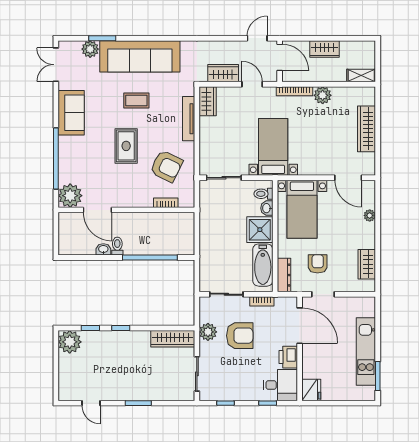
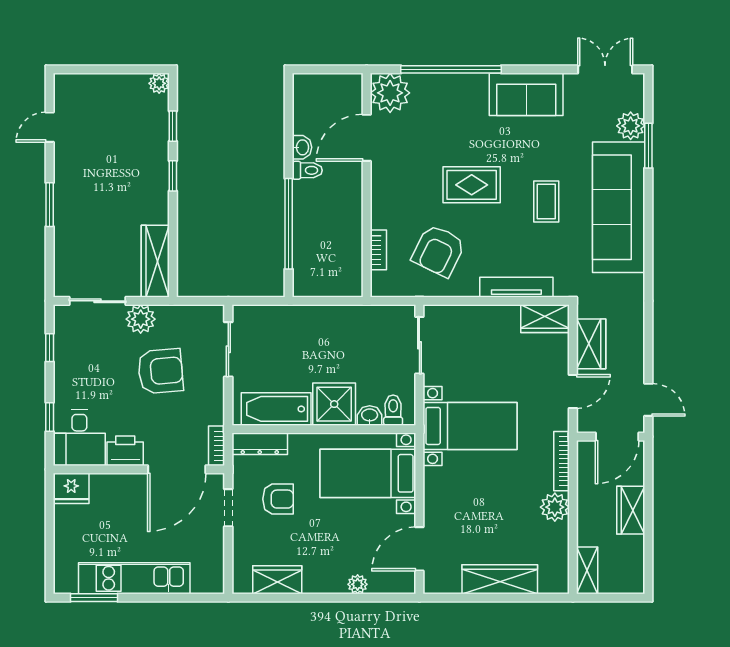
bookcase: (262, 301) -> (217, 446), moved
plant: (208, 332) -> (141, 319), moved
armchair: (240, 336) -> (160, 371), turned -95
plant: (70, 342) -> (159, 83), width x0.53, depth x0.53

